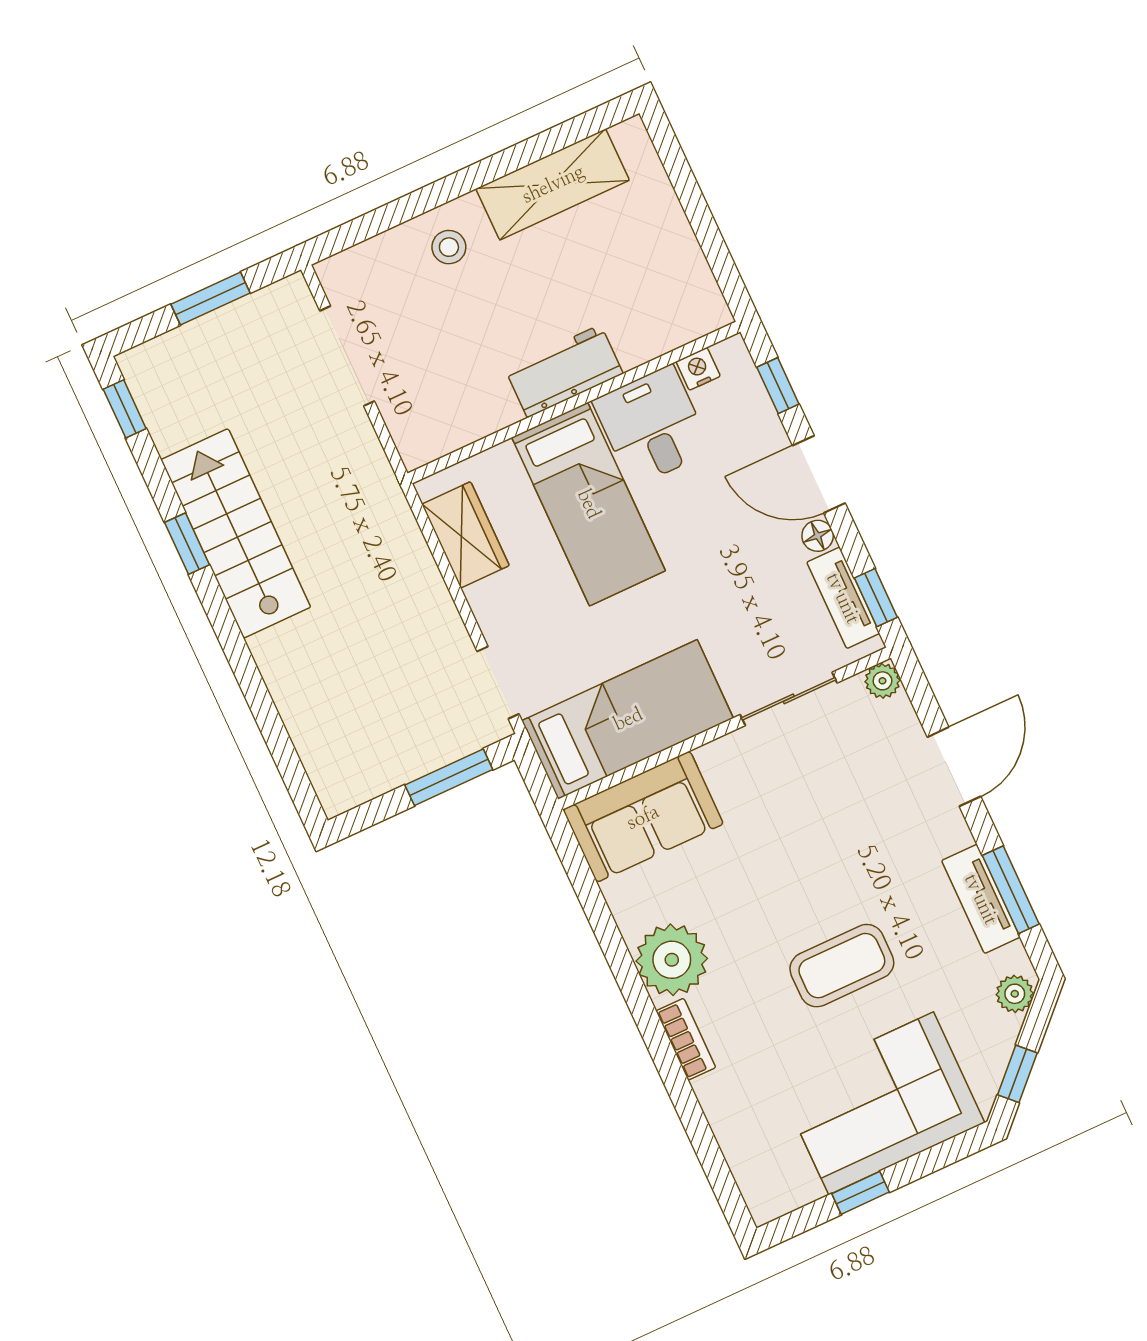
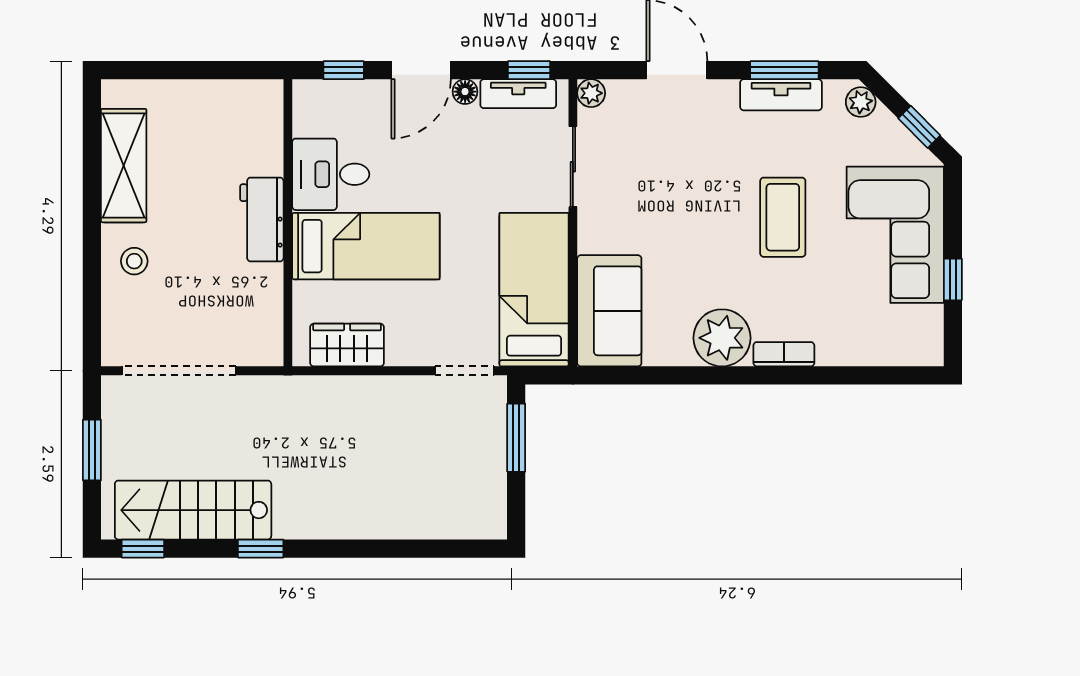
doorway: (347, 356) -> (179, 371), width x1.36
nightstand: (698, 369) -> (305, 122), removed
stairs: (236, 533) -> (193, 510), moved

